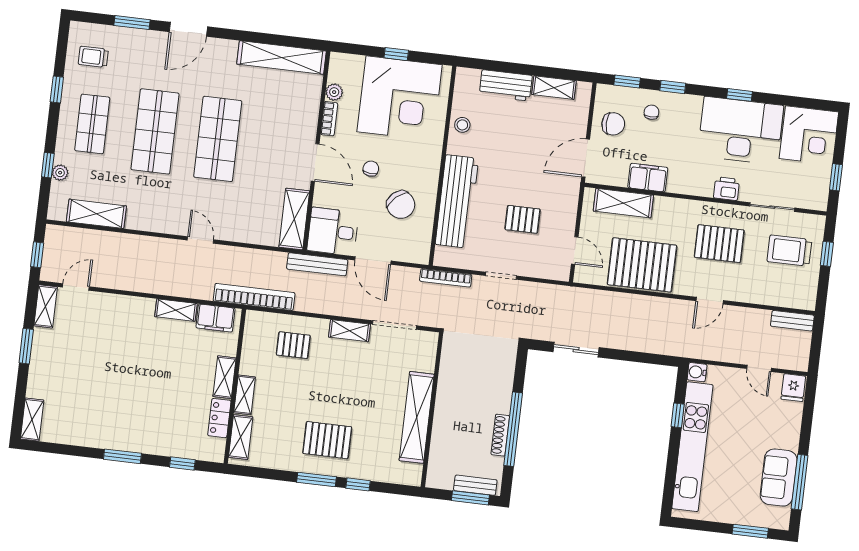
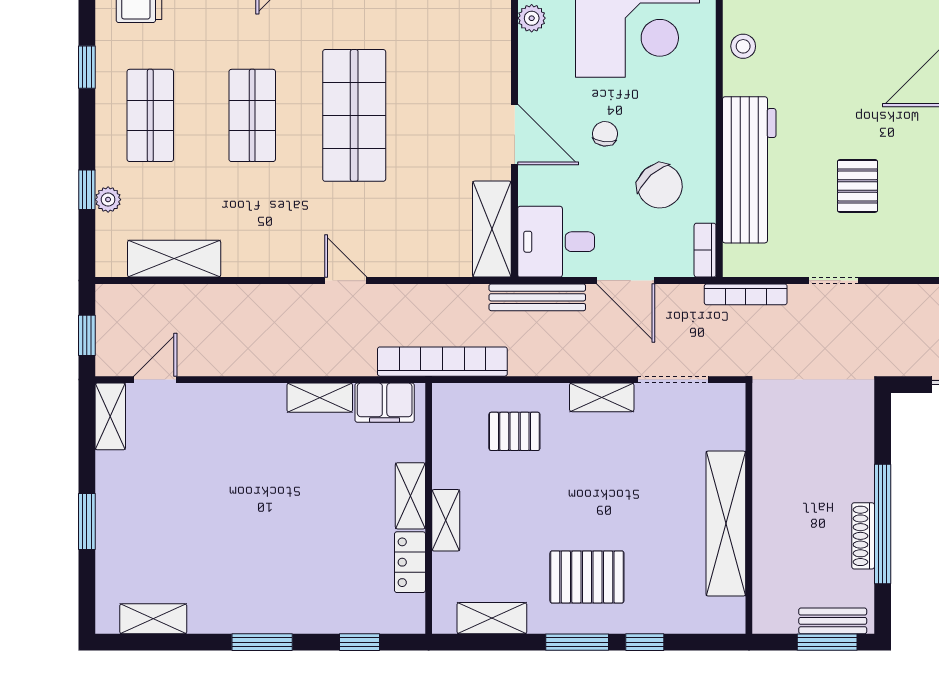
bookcase: (329, 119) -> (705, 250), moved, turned 180
shop shelf: (155, 131) -> (252, 115), width x0.70, depth x0.74
pallet: (523, 219) -> (858, 186), turned 90
window: (26, 346) -> (87, 521), moved
shelving: (32, 420) -> (153, 619), moved, turned 90
shelving: (241, 437) -> (492, 618), moved, turned 90

